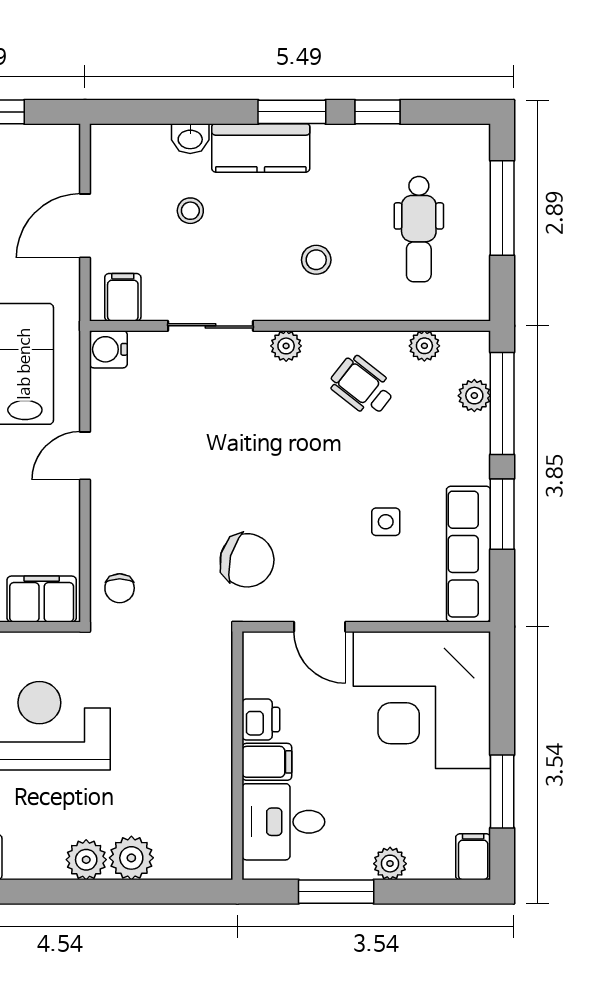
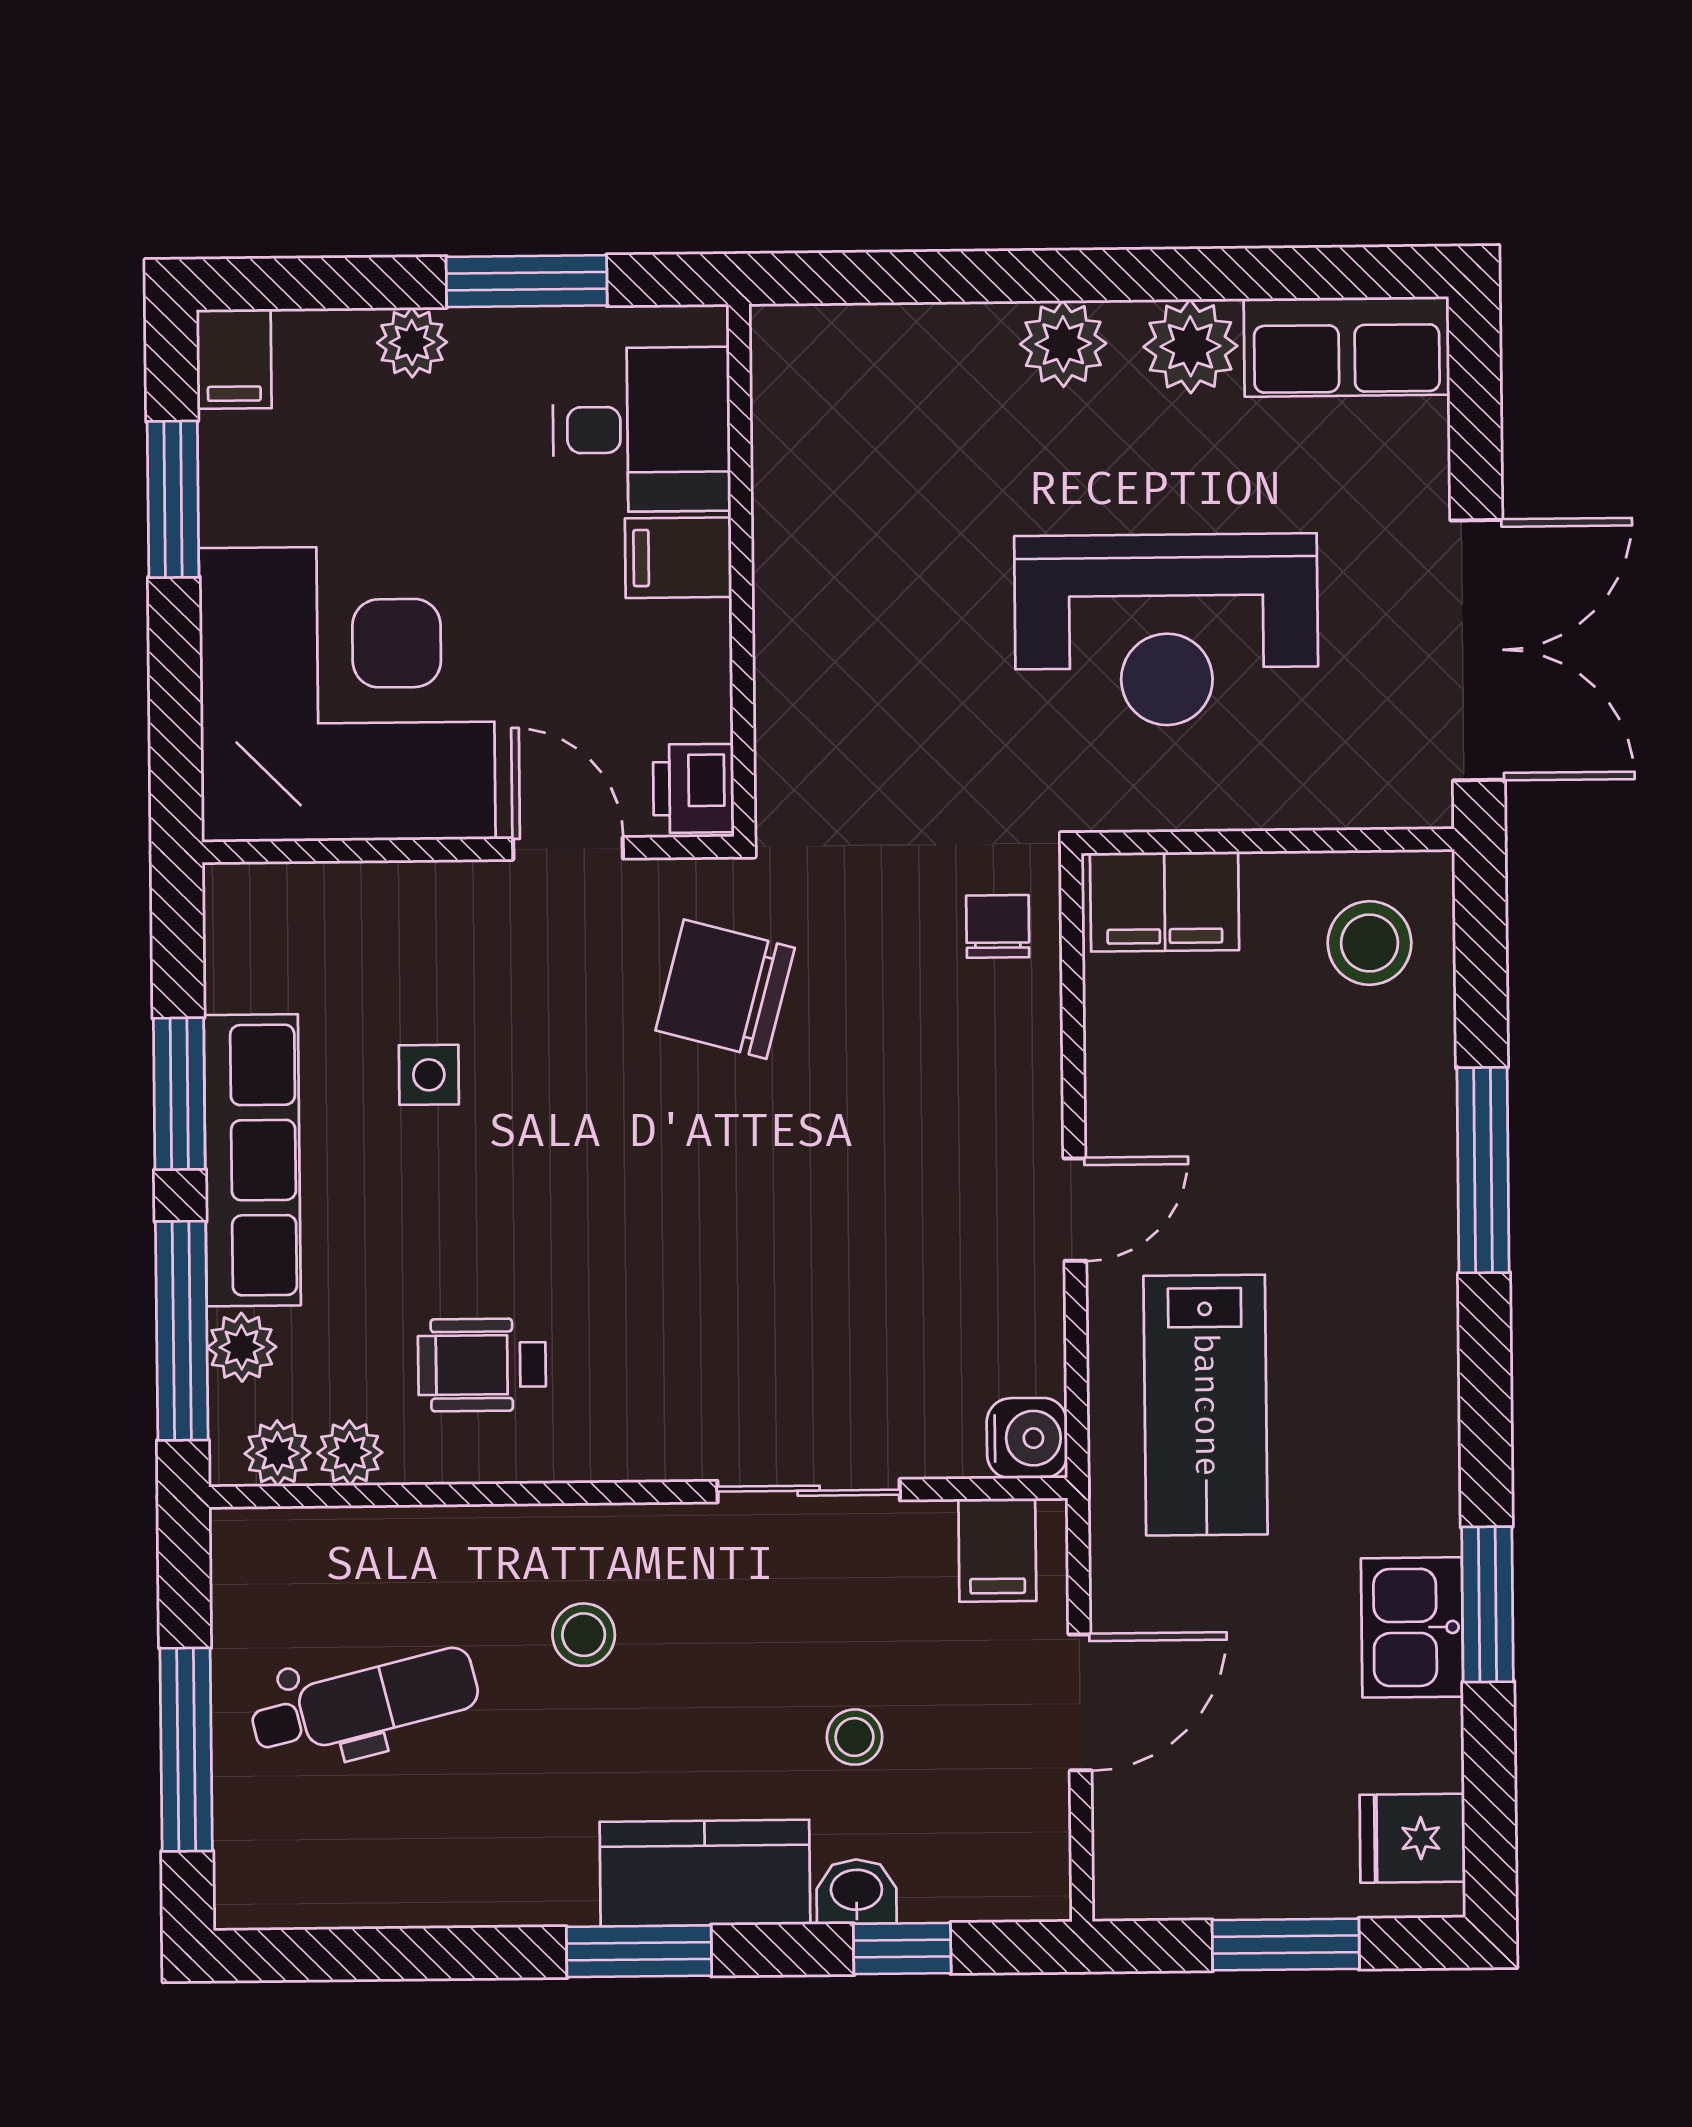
window: (377, 112) -> (902, 1949), moved
dental chair: (419, 229) -> (364, 1703), turned 76
plant: (286, 346) -> (277, 1453), moved
wheelchair: (362, 386) -> (482, 1365), turned 142
row of seats: (469, 554) -> (252, 1160), moved
printer: (261, 720) -> (694, 788), moved
plant: (131, 858) -> (1190, 346), moved

